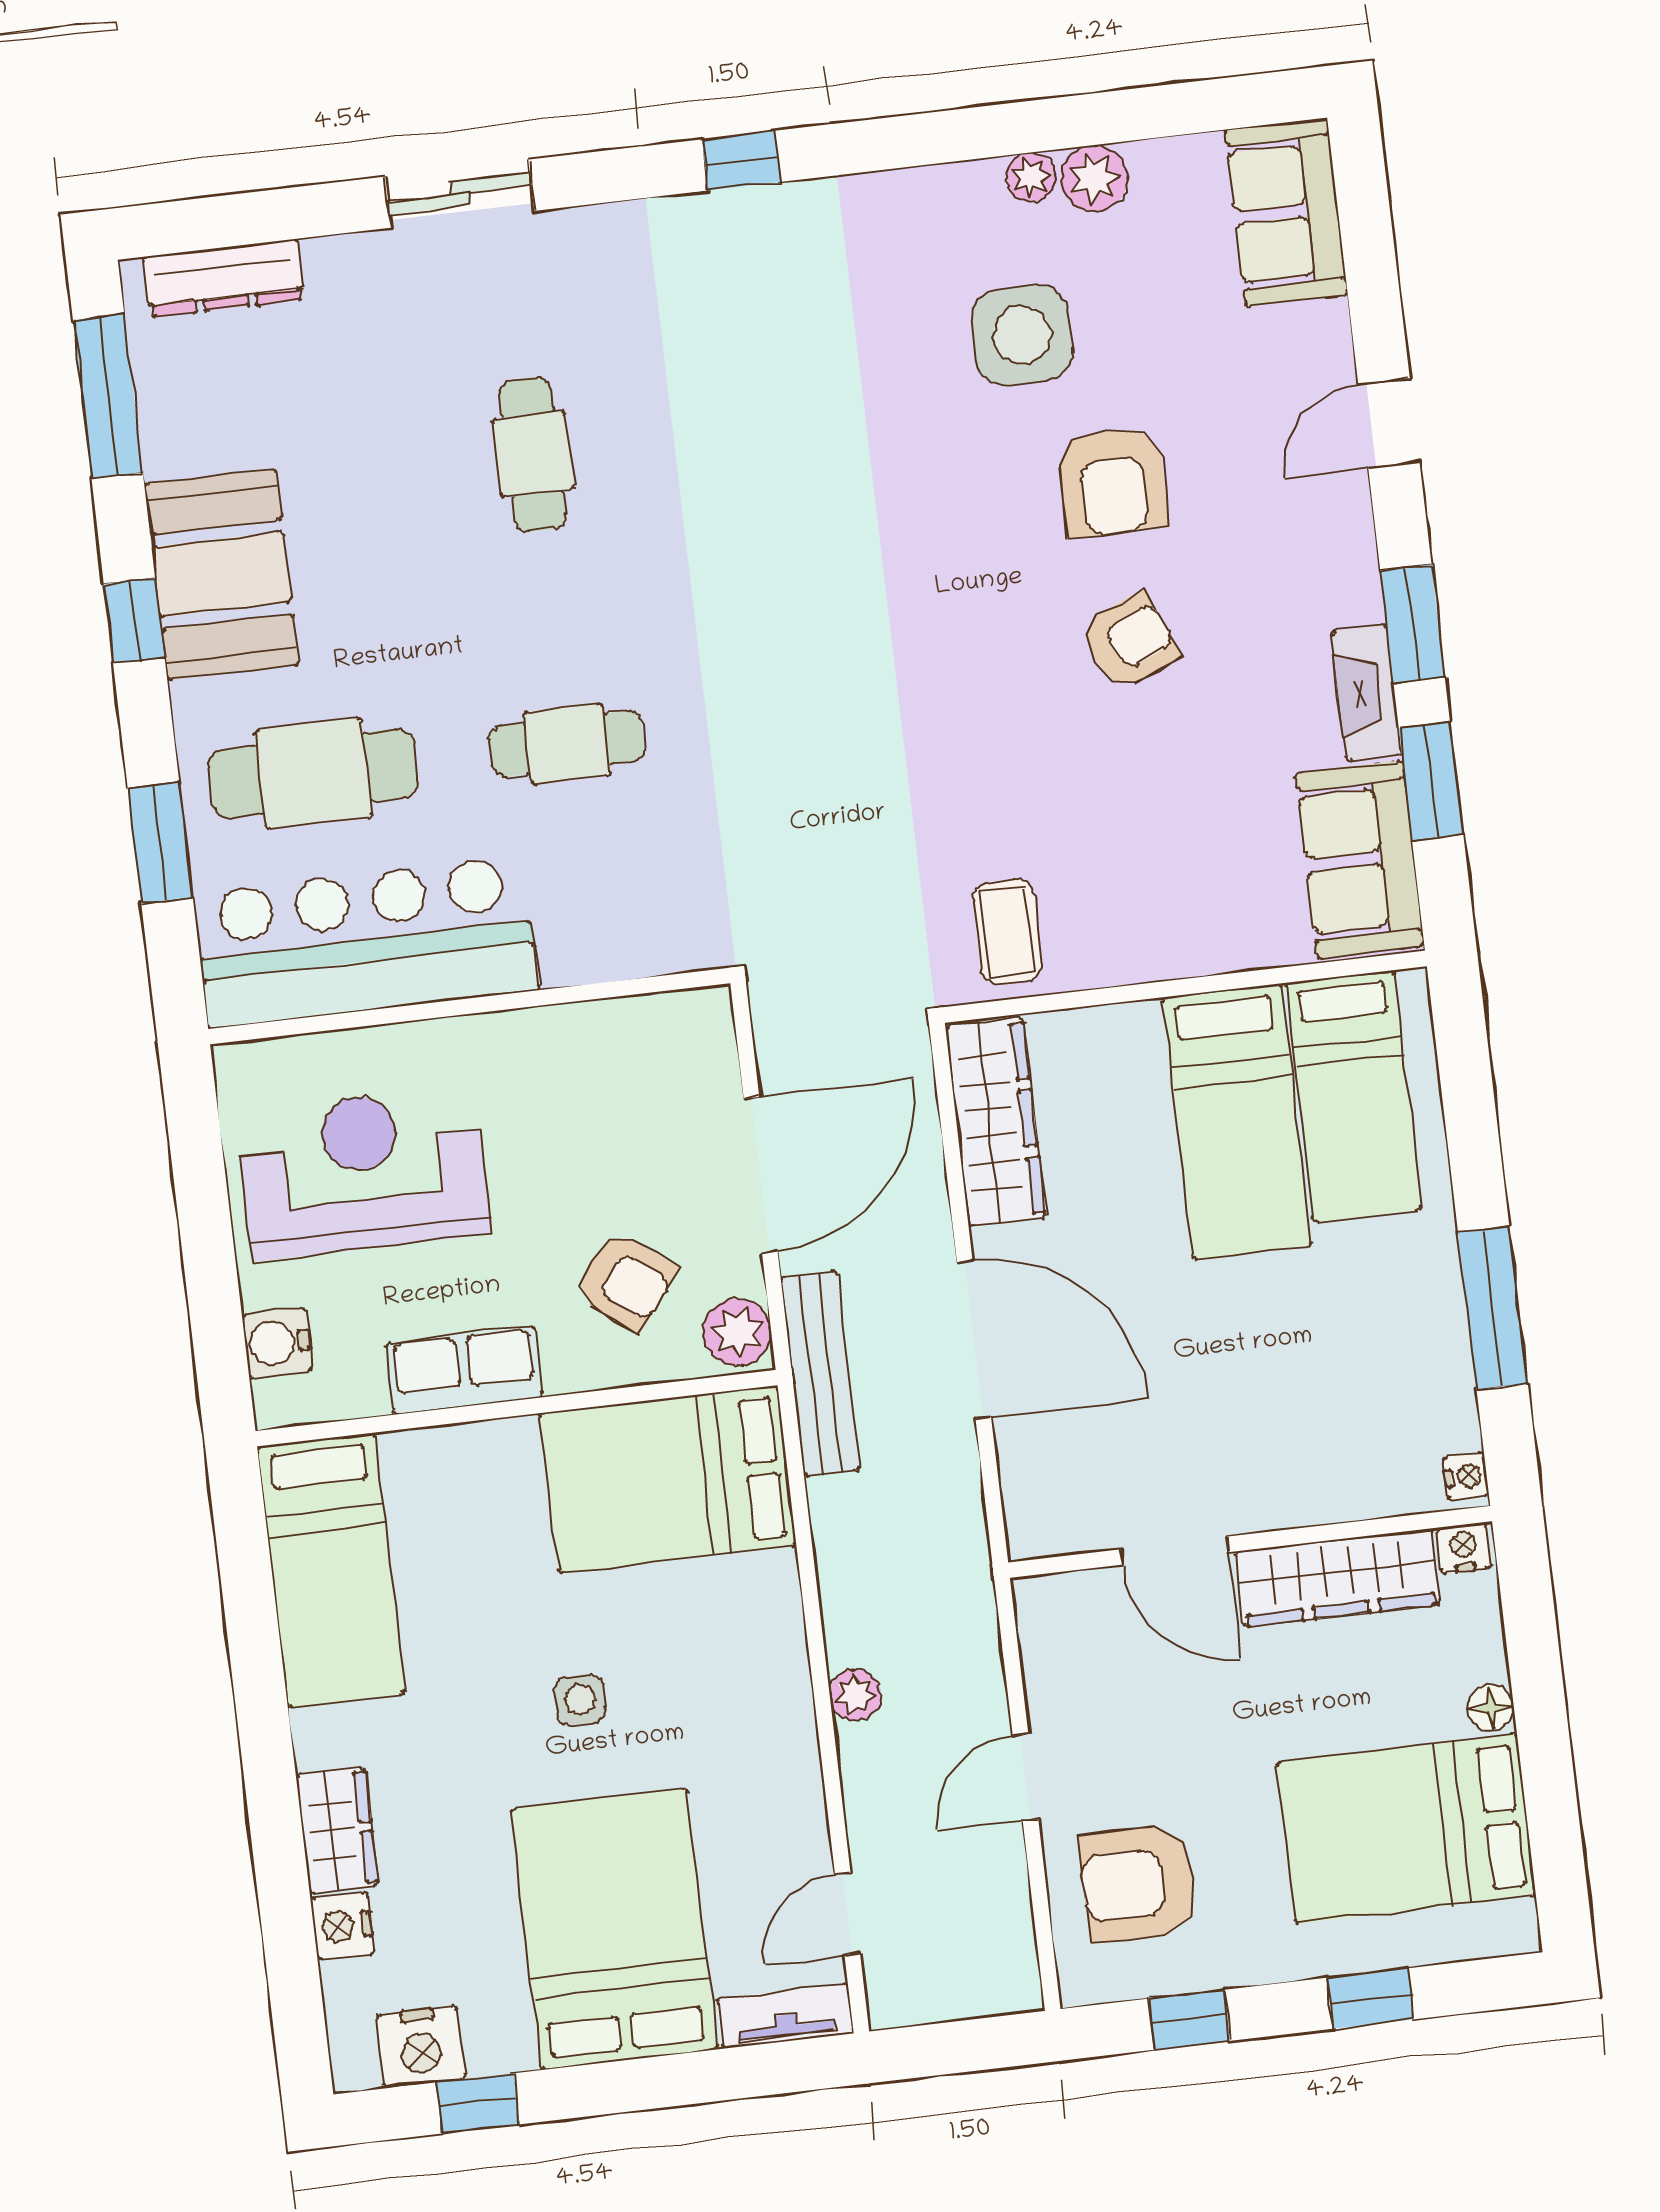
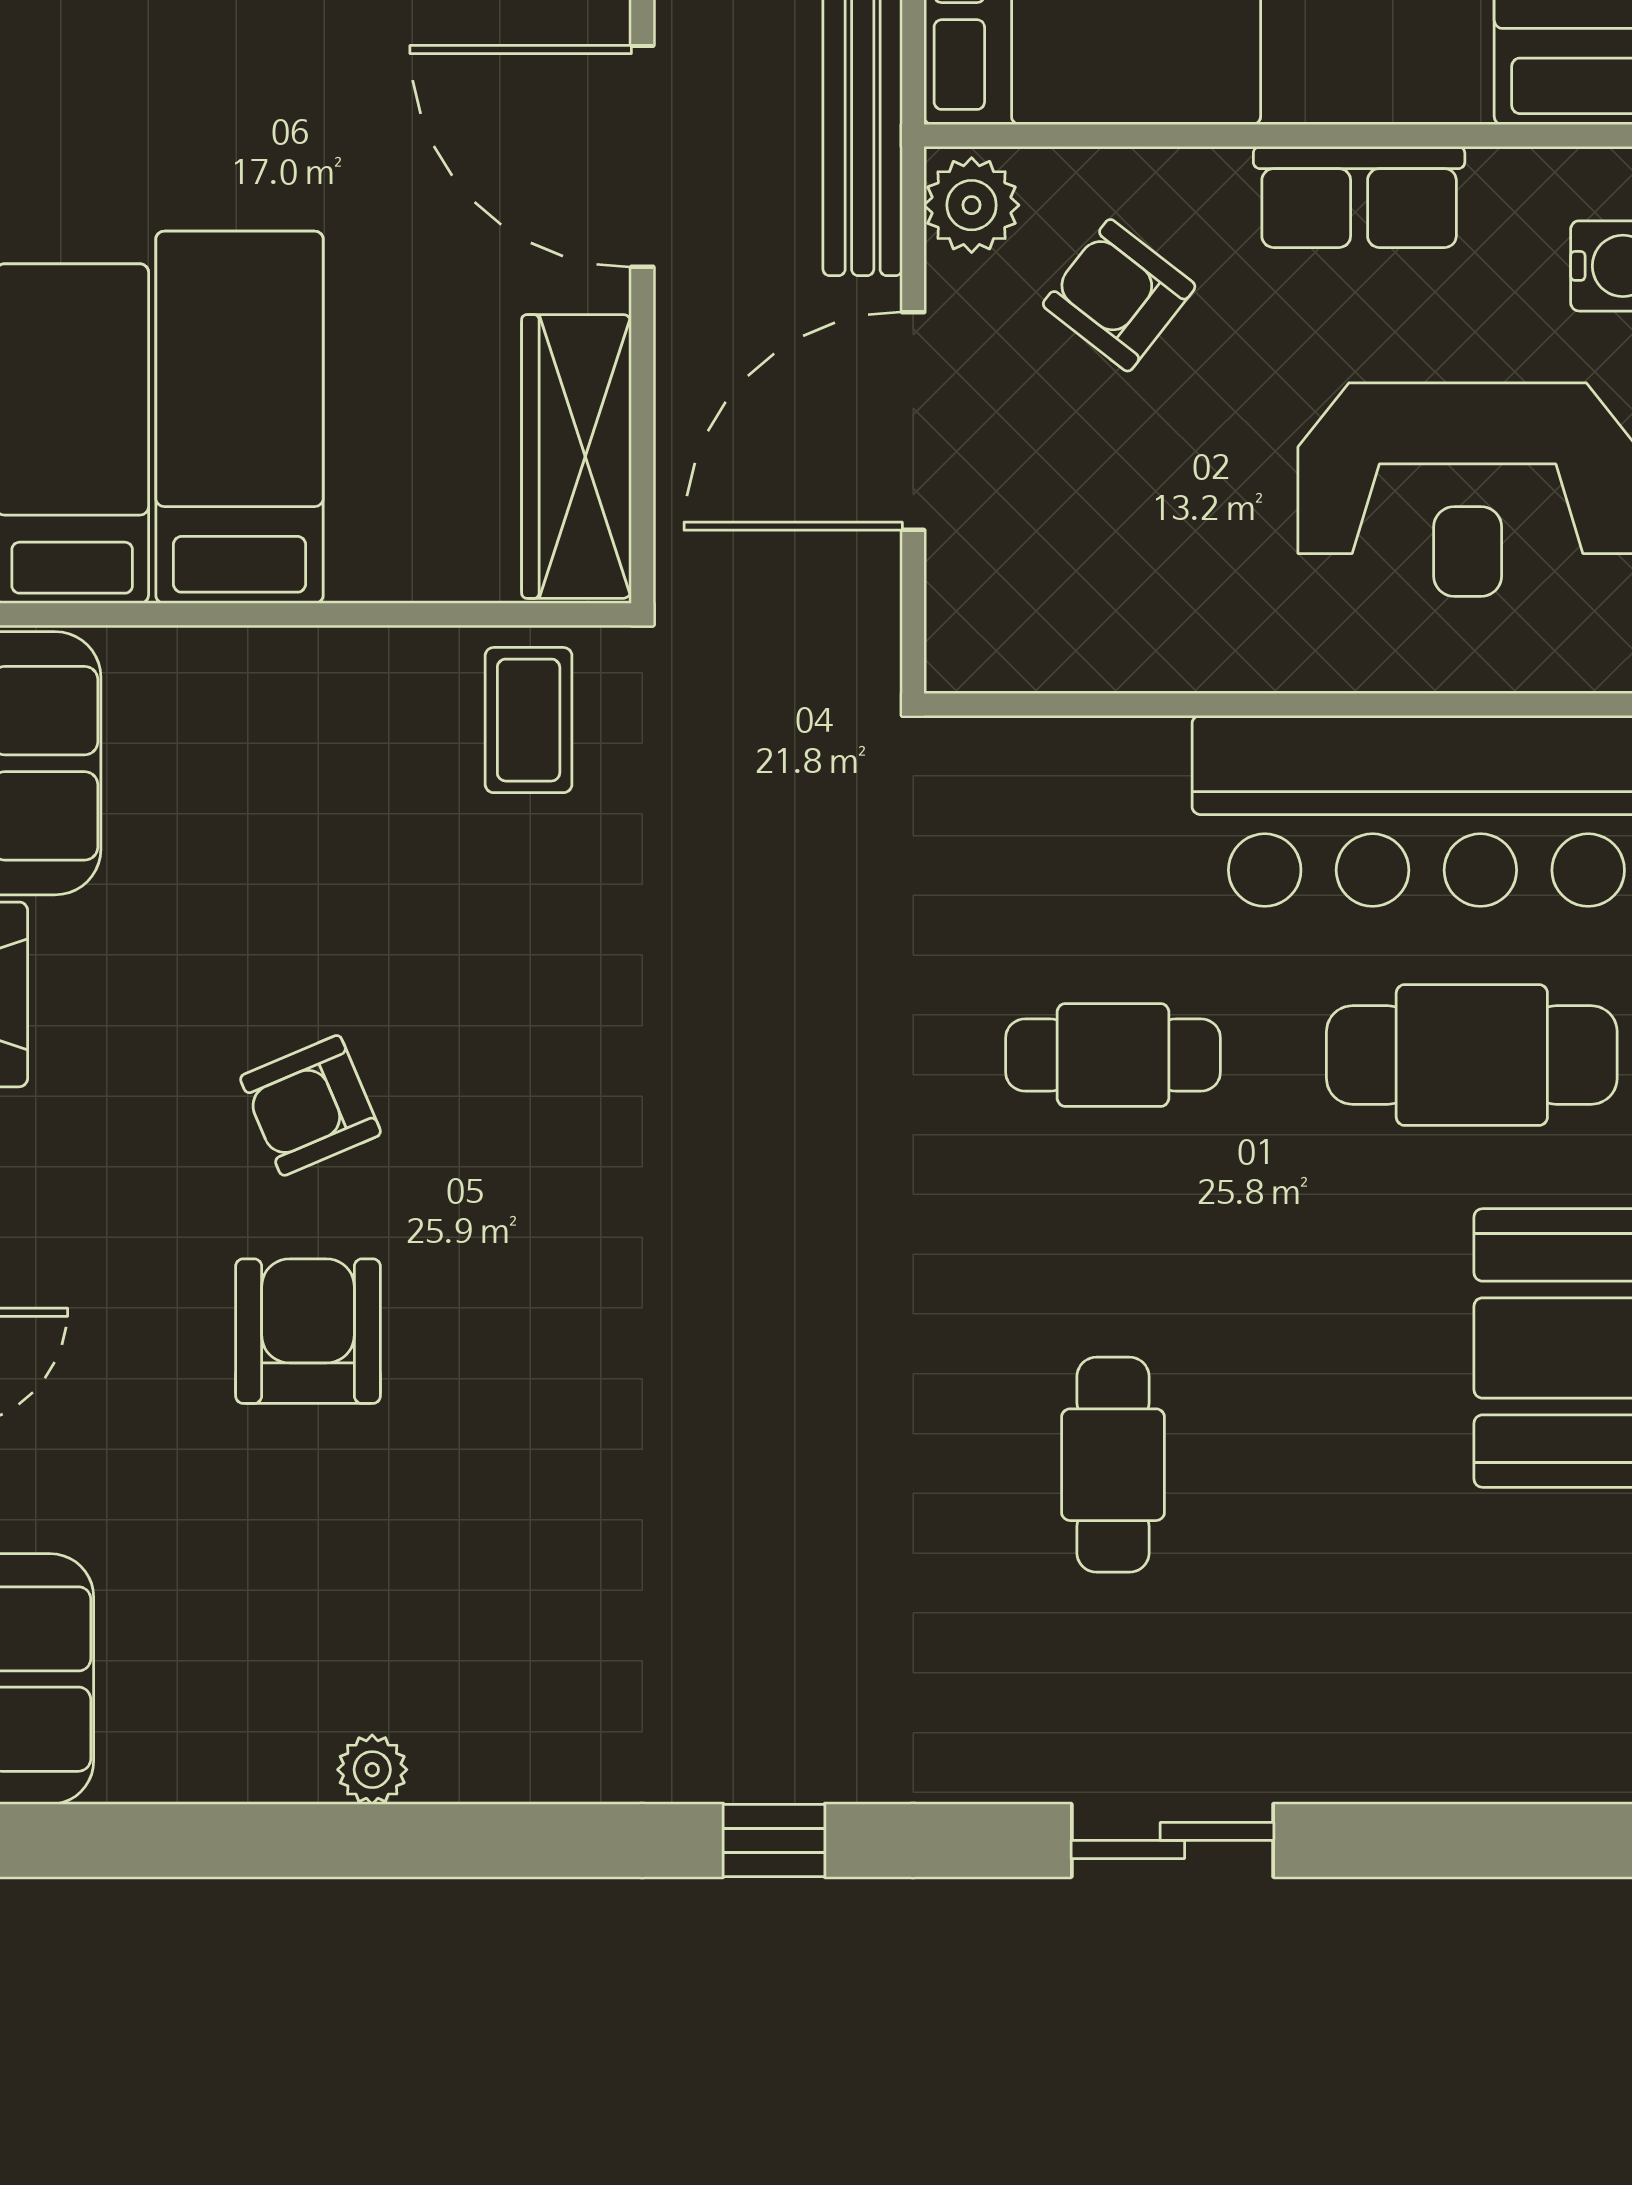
plant: (1094, 178) -> (284, 1758), removed
dresser: (224, 278) -> (1516, 1762), removed
side table: (1022, 335) -> (410, 1551), removed

